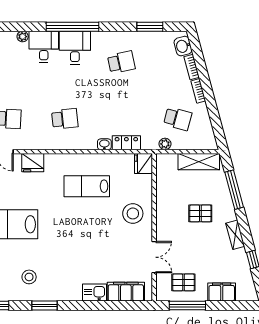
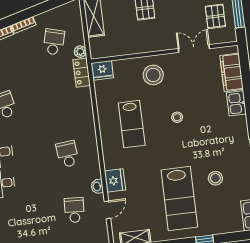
locker: (126, 143) -> (82, 73), moved
washbasin: (104, 144) -> (97, 186), moved
stool: (88, 232) -> (177, 117), added
stool: (29, 277) -> (215, 178), moved

